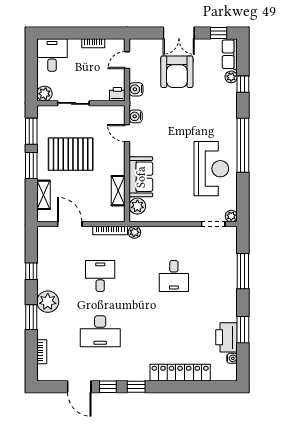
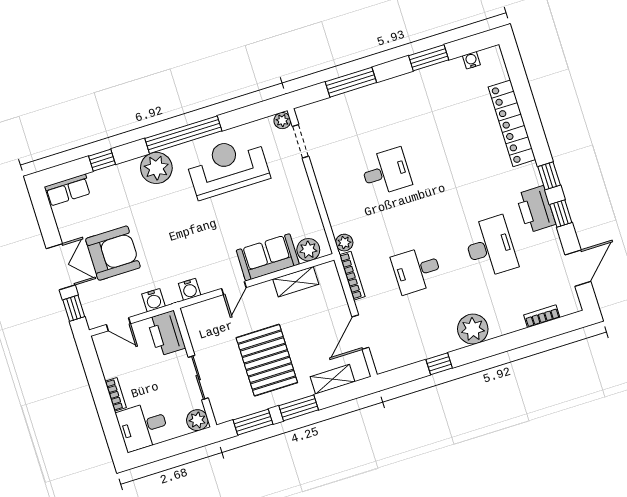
window: (219, 33) -> (74, 308), moved
bookcase: (93, 43) -> (116, 394), moved
plant: (231, 77) -> (156, 168), moved, width x1.87, depth x1.87
printer: (117, 94) -> (166, 333), width x1.87, depth x1.48
door: (127, 133) -> (234, 288), moved
window: (31, 317) -> (500, 345), removed
printer: (227, 337) -> (536, 209), moved, turned 90
door: (79, 387) -> (578, 268), moved

